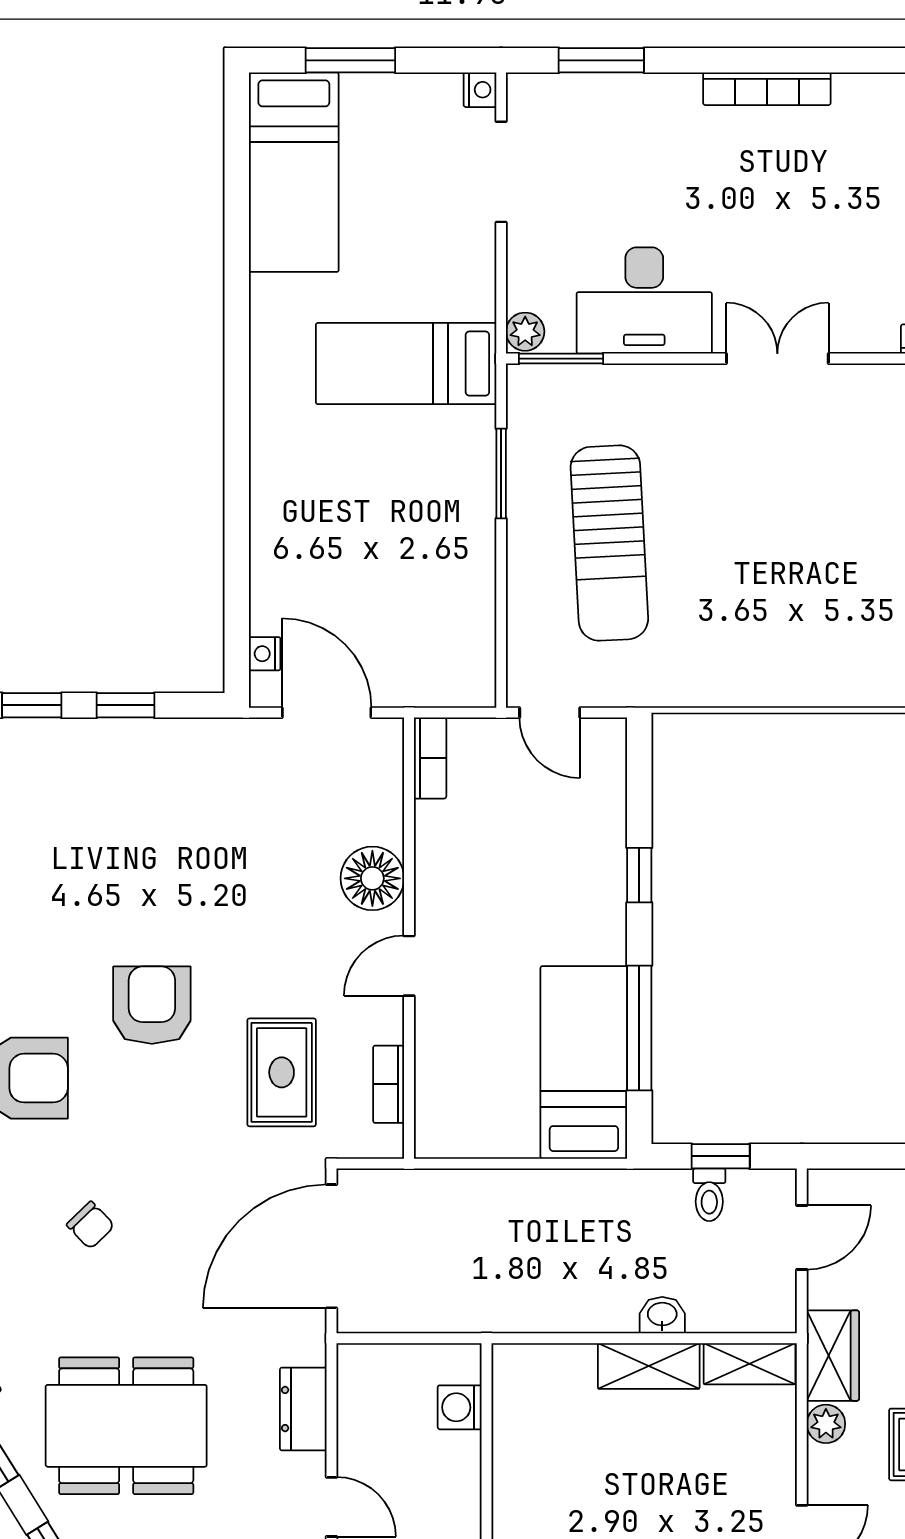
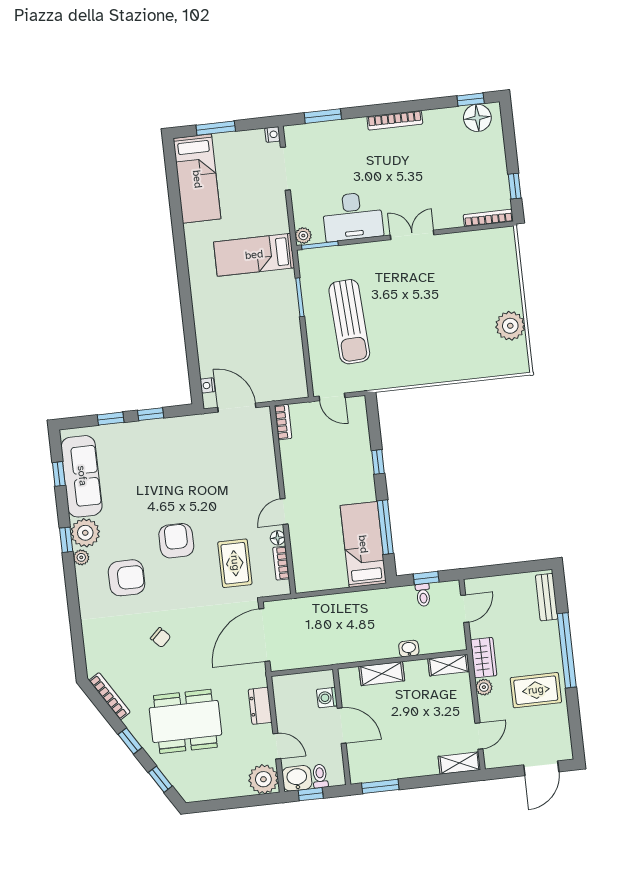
floor lamp: (372, 878) -> (278, 538), moved, width x0.53, depth x0.53
shelving: (649, 1366) -> (382, 674), moved
door: (487, 1476) -> (342, 726), added

